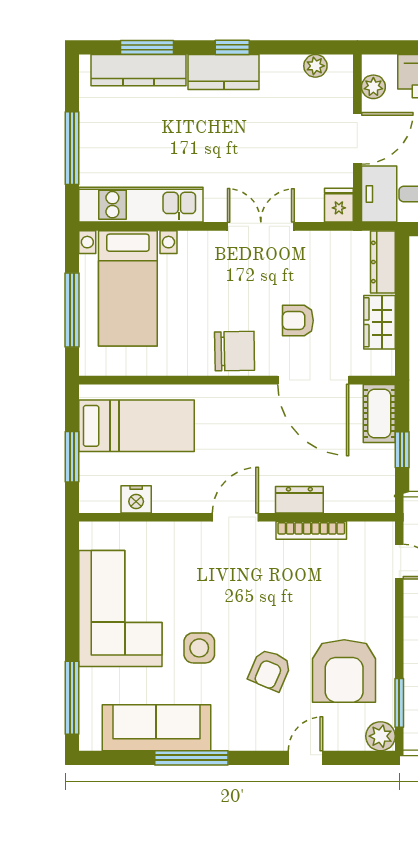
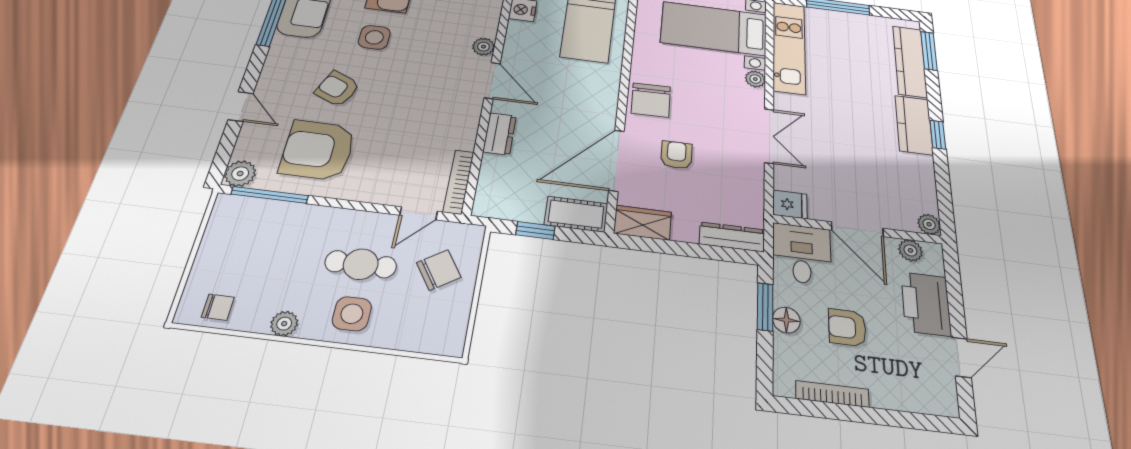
window: (147, 47) -> (929, 51), moved
plant: (315, 66) -> (929, 224), moved
plant: (190, 242) -> (755, 79), added
wardrobe: (380, 322) -> (643, 223), moved
bookcase: (311, 530) -> (459, 182), moved
plant: (193, 533) -> (483, 47), added
window: (399, 703) -> (270, 195), width x1.44

